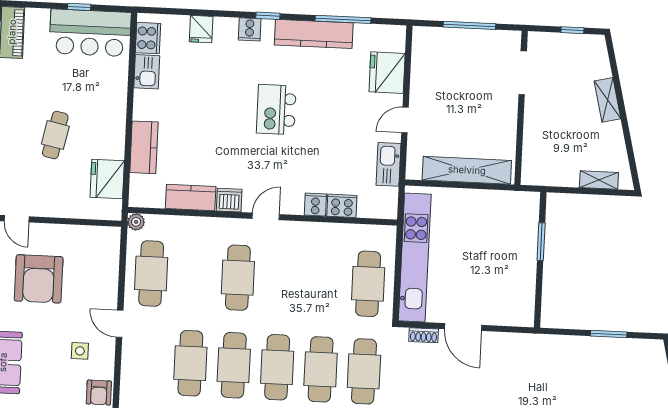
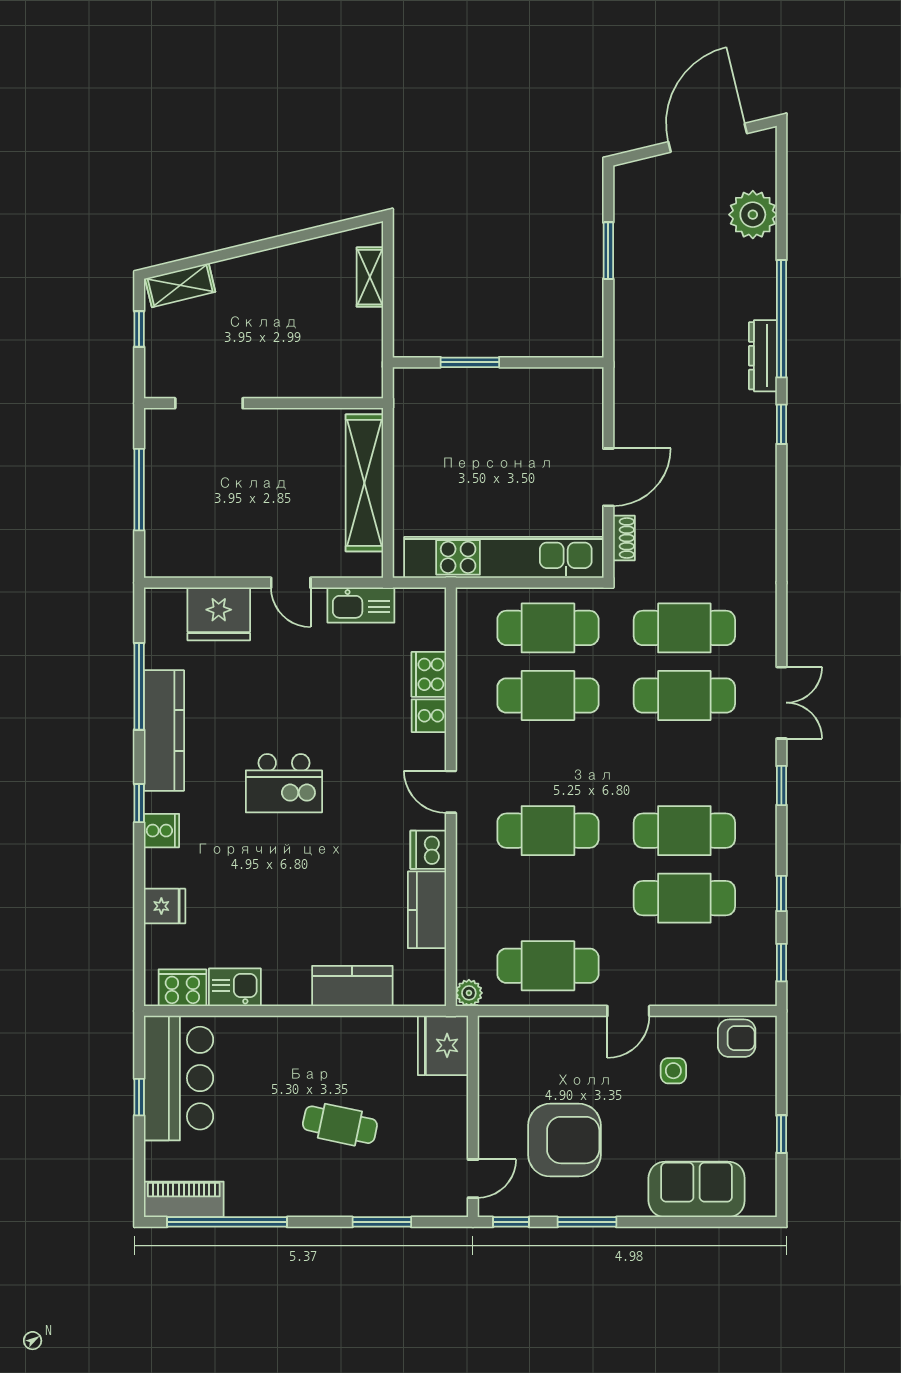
shelving: (607, 100) -> (180, 285), moved
fridge: (107, 179) -> (443, 1045), moved, turned 90
cafe table: (277, 367) -> (548, 695), moved

